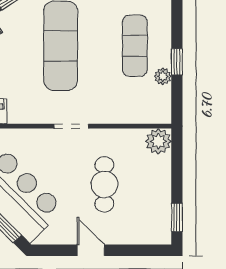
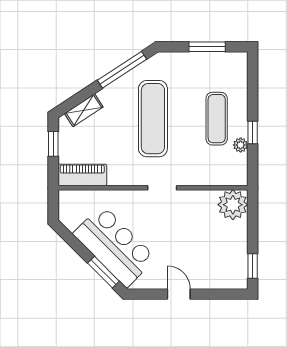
plant: (158, 141) -> (233, 205), width x1.36, depth x1.36
cafe table: (104, 184) -> (190, 238), removed

